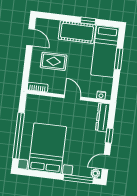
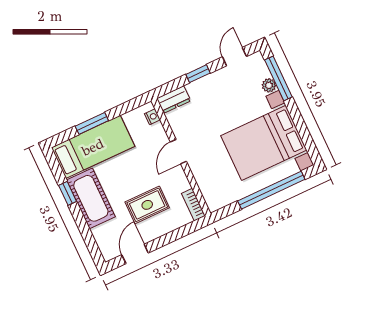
rug: (54, 61) -> (147, 205), turned 90
dresser: (103, 117) -> (174, 100), width x0.70
door: (106, 162) -> (234, 57), swing flipped
plant: (95, 173) -> (269, 85), moved

